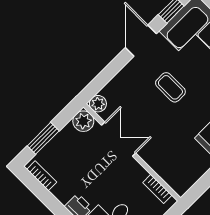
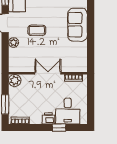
plant: (98, 104) -> (14, 42), moved
double door: (119, 139) -> (48, 73), moved

